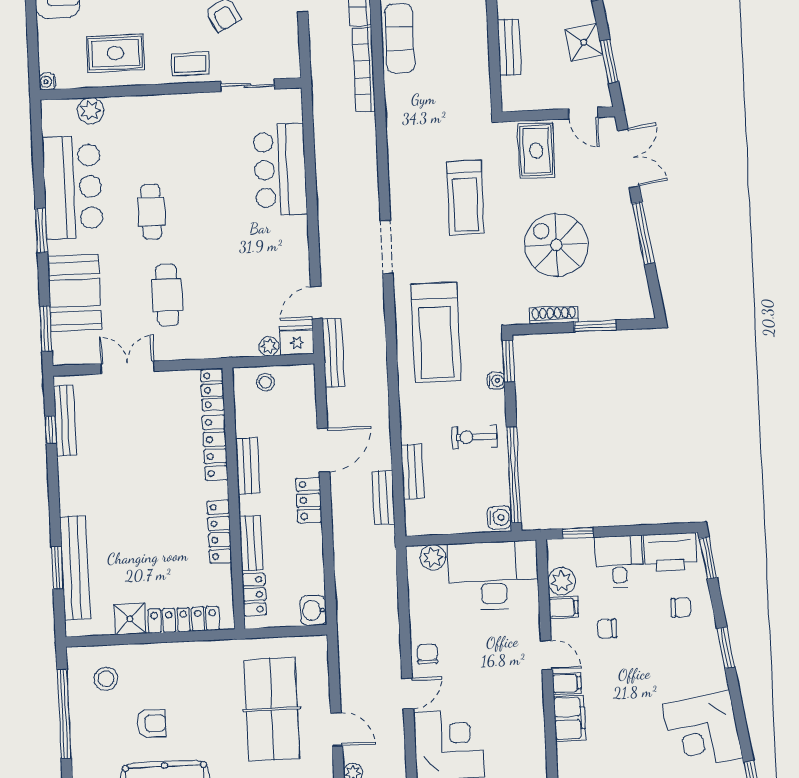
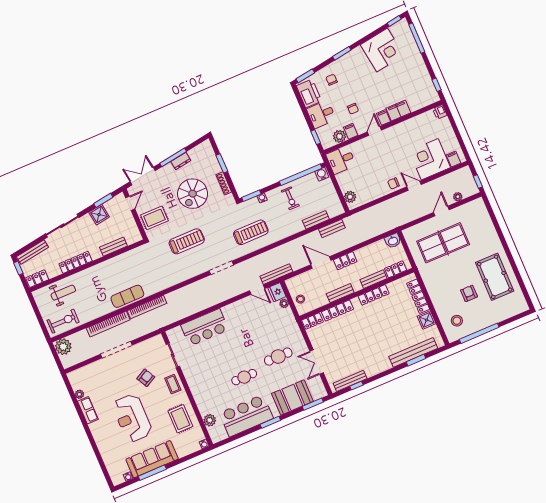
dresser: (630, 246) -> (181, 161), added
treadmill: (436, 333) -> (251, 232), width x0.73, depth x0.73
desk: (493, 575) -> (341, 160), width x0.53, depth x0.77

